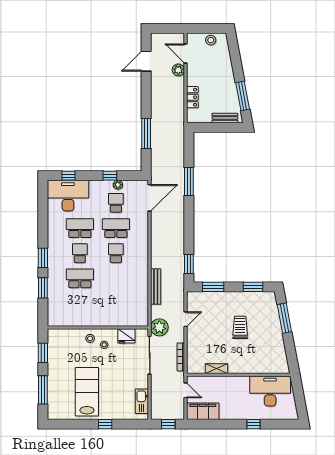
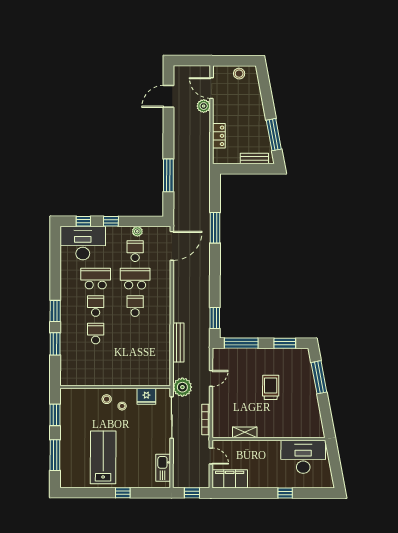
window: (110, 176) -> (111, 221), moved
school desk: (80, 278) -> (96, 334), width x0.54
window: (213, 287) -> (241, 343), width x1.44

